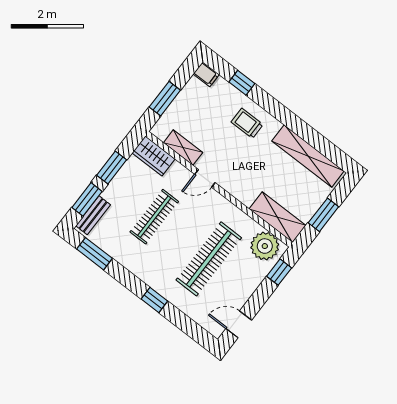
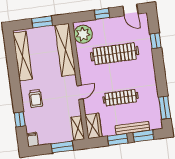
shelving: (183, 148) -> (78, 128), moved
door: (205, 178) -> (80, 92), hinge flipped
bench: (93, 215) -> (132, 128), moved, width x1.36
shelving: (278, 217) -> (65, 50), width x1.47
window: (279, 272) -> (102, 14), moved
window: (154, 300) -> (156, 41), moved

